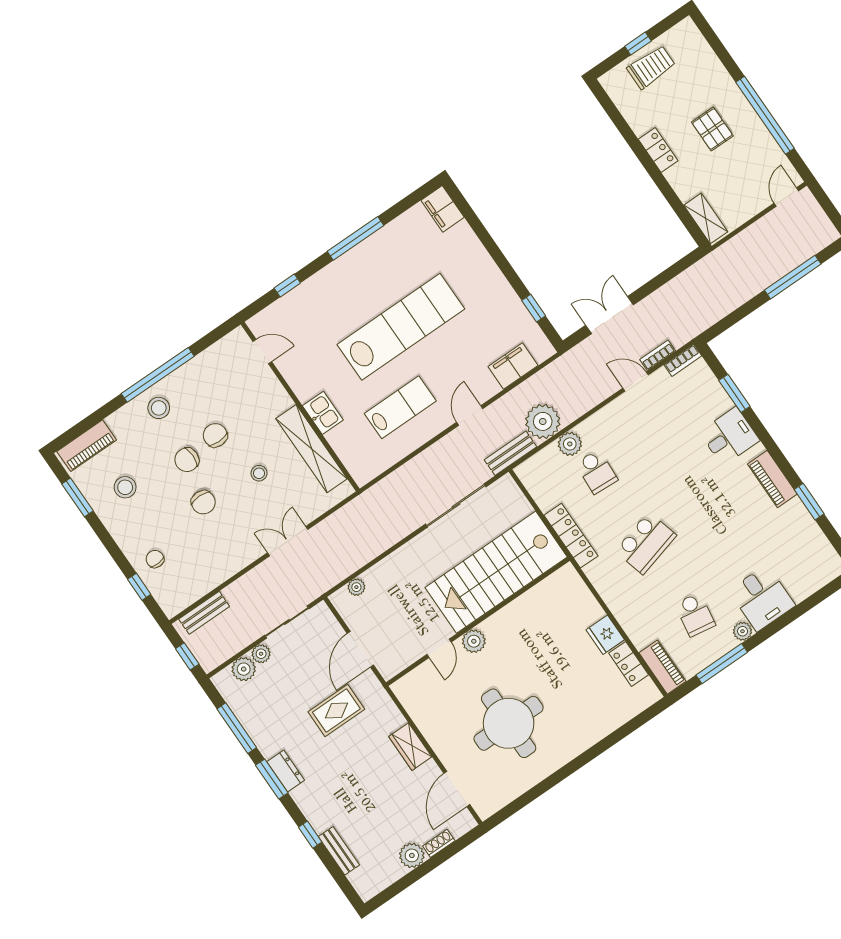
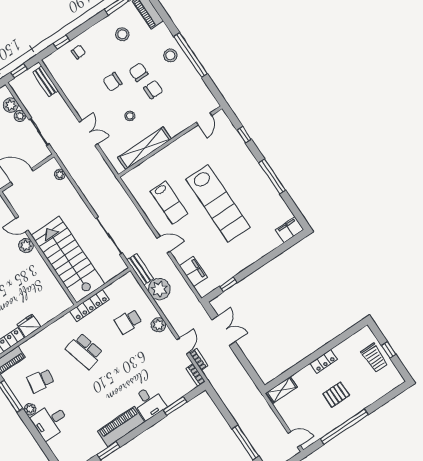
kitchen sink: (323, 413) -> (166, 155), removed
plant: (570, 444) -> (158, 325), moved
piano: (772, 479) -> (121, 427), width x1.37, depth x1.33

